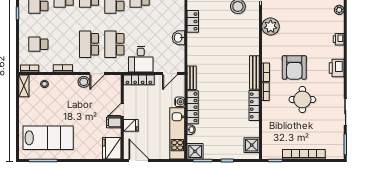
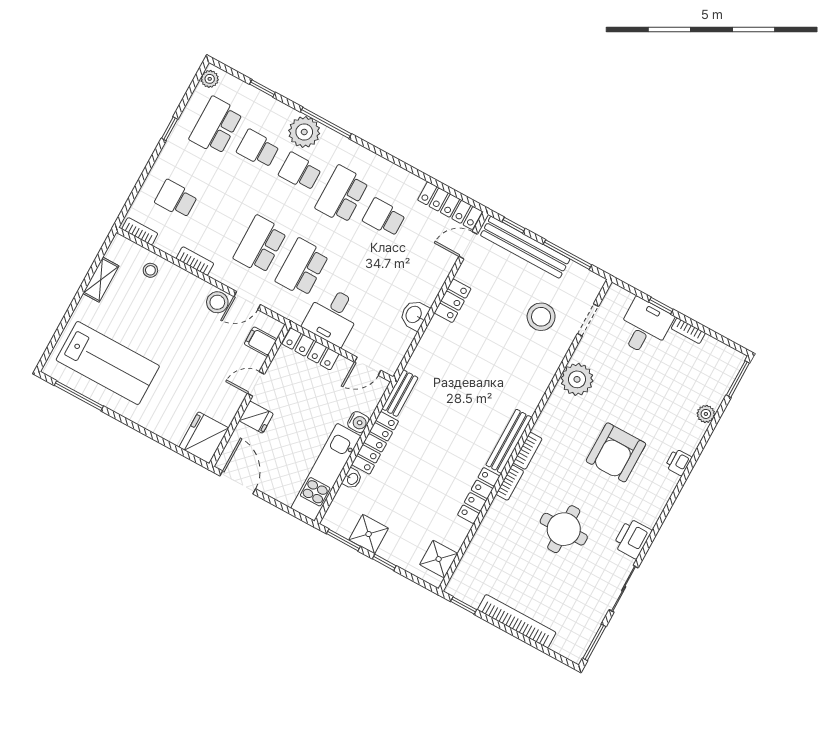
armchair: (294, 67) -> (616, 452), moved
printer: (337, 68) -> (632, 538), moved
shelving: (24, 86) -> (101, 280), moved
filing cabinet: (114, 122) -> (261, 342), moved
shower: (195, 151) -> (369, 534), moved

